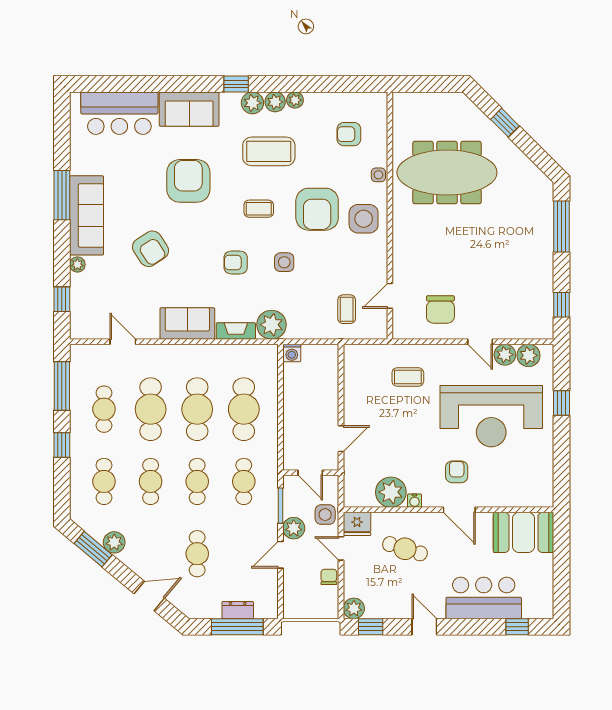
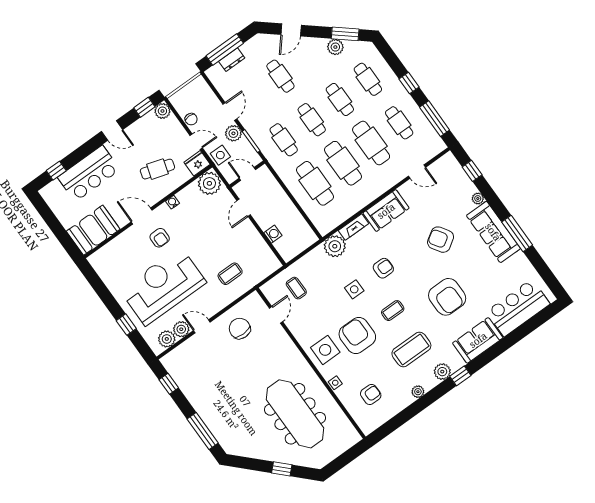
plant: (275, 102) -> (429, 382), removed
meeting table: (447, 173) -> (295, 414), turned 90
washing machine: (292, 353) -> (273, 234), moved, turned 90
plant: (391, 492) -> (209, 183), moved

